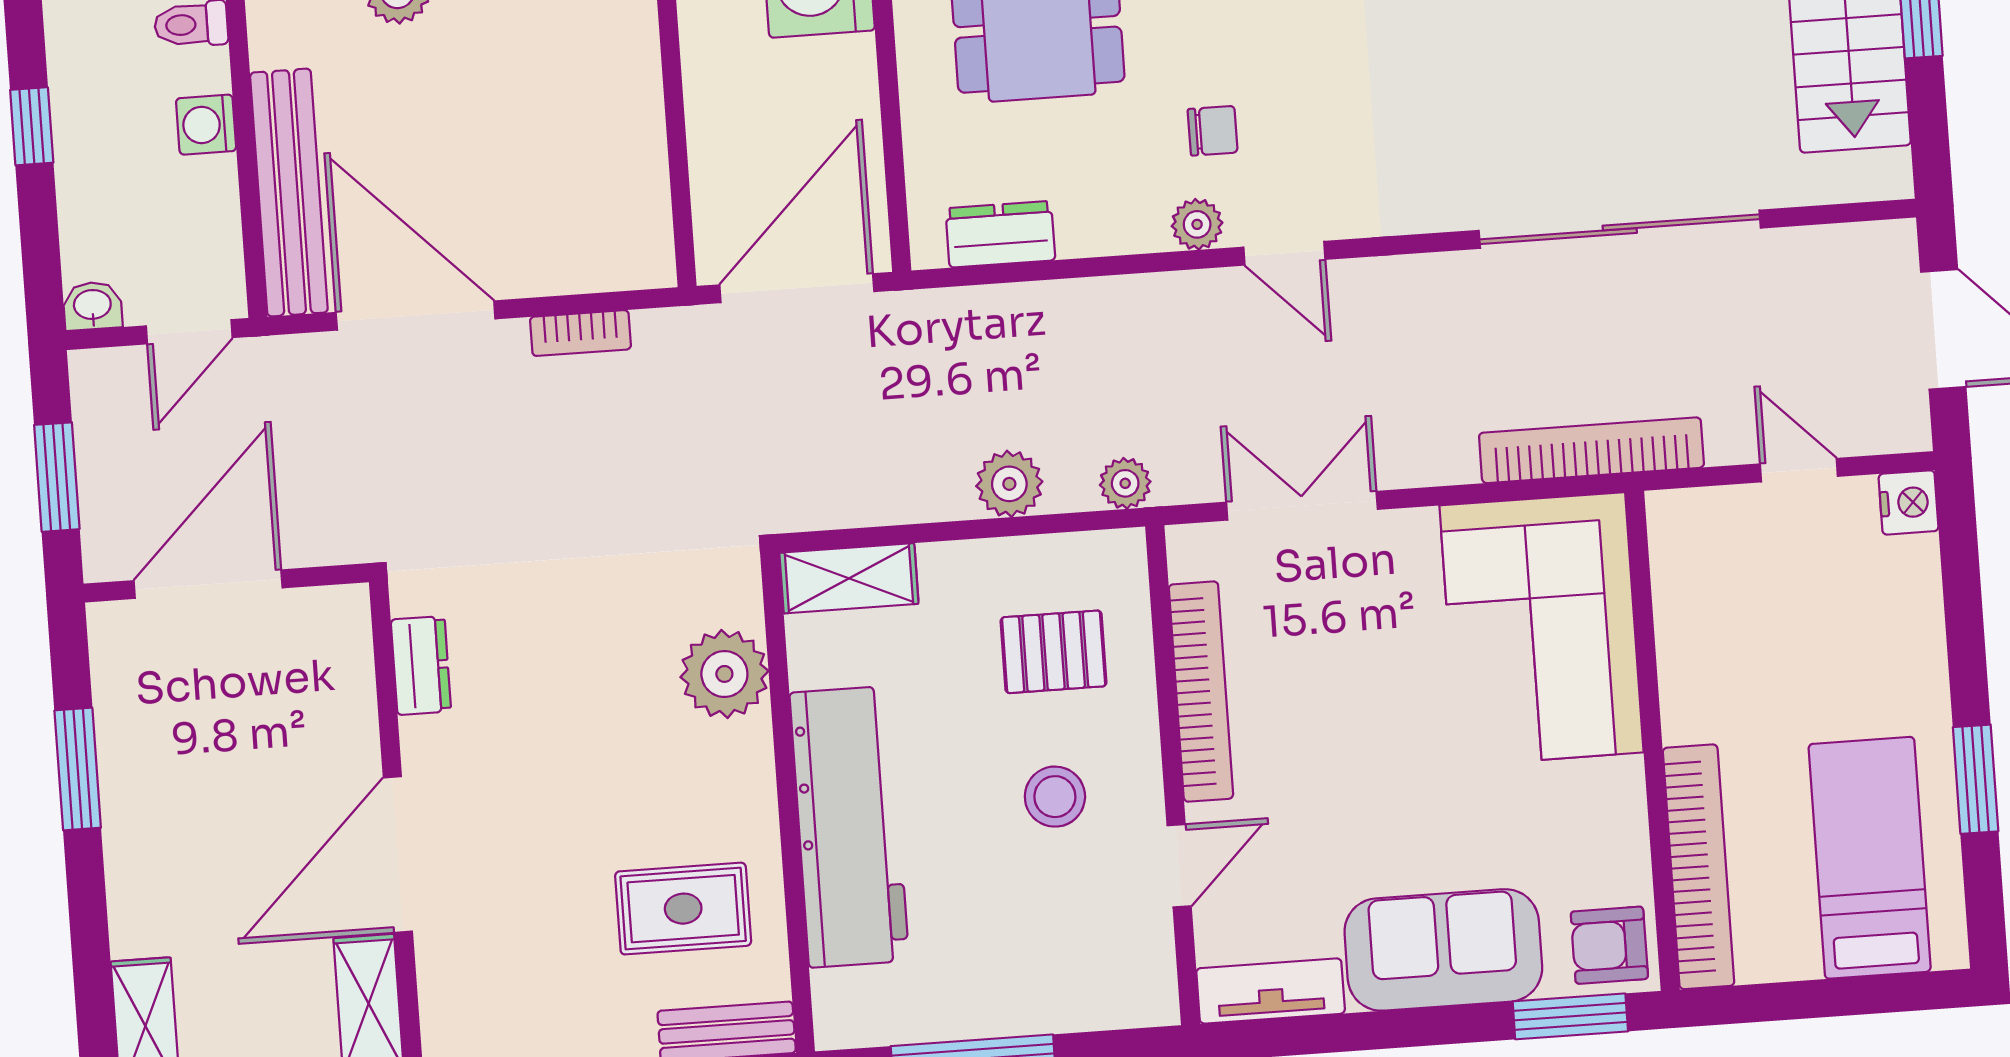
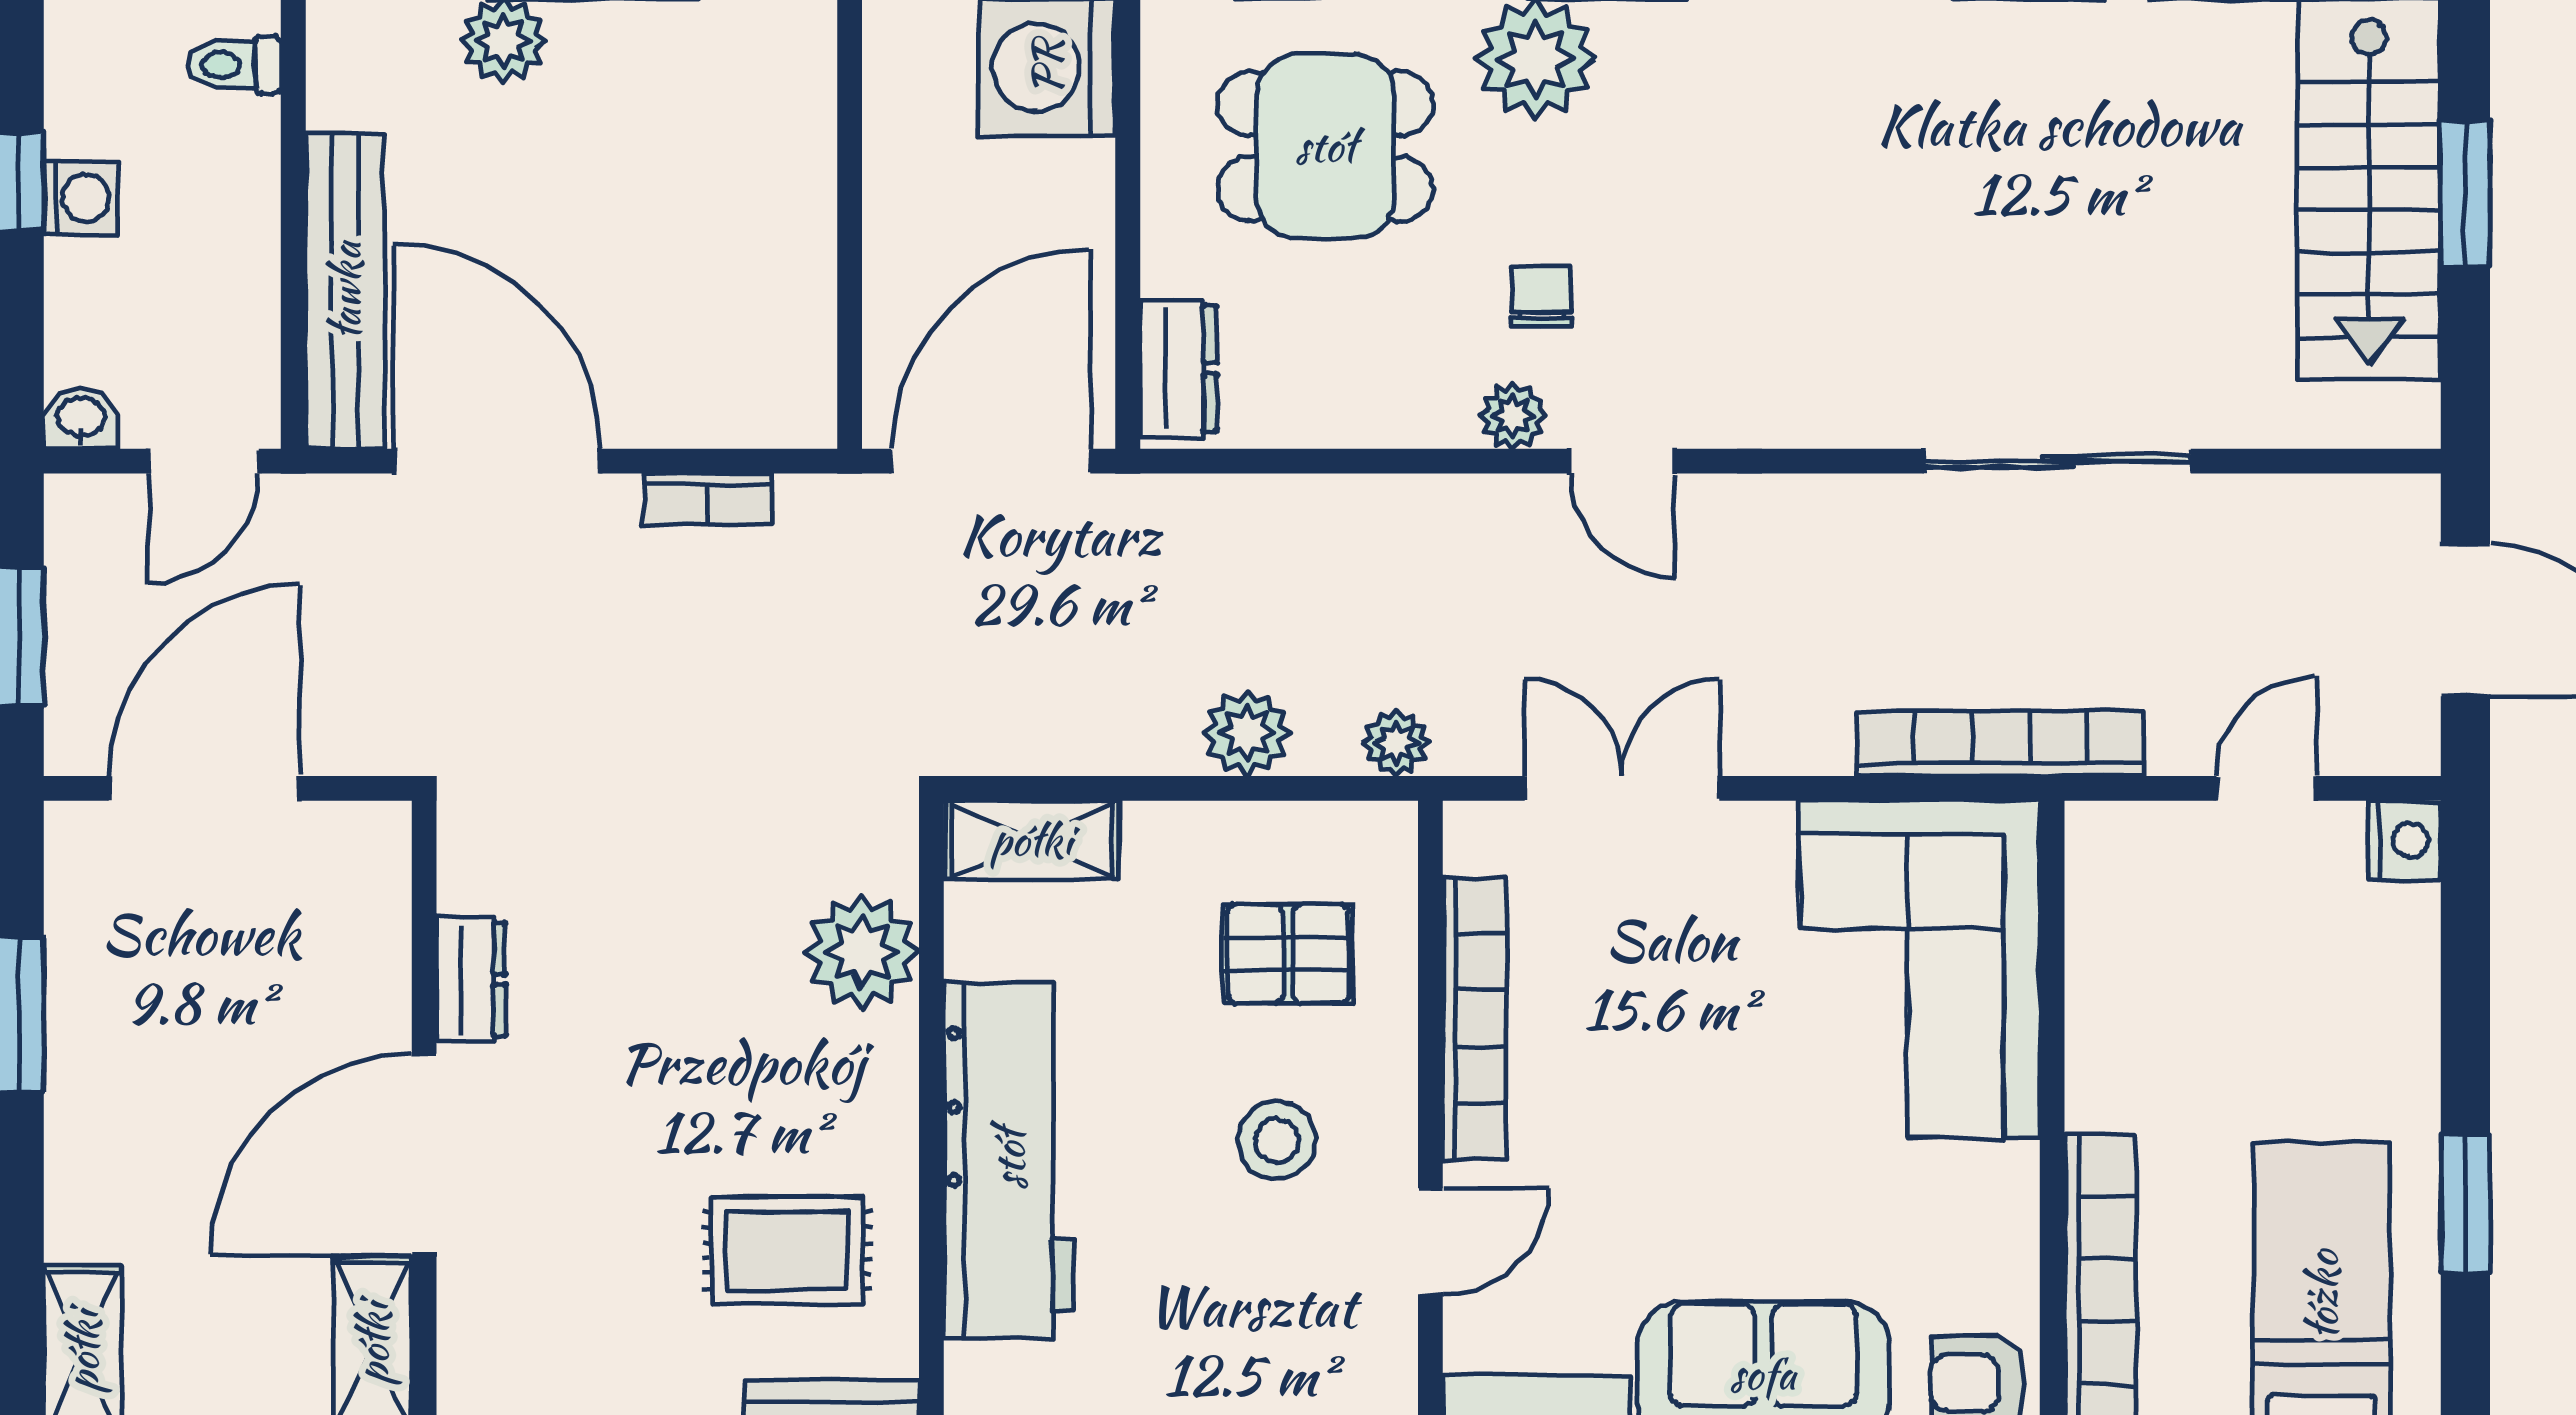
washing machine: (206, 125) -> (80, 198), moved, turned 180
chair: (1213, 131) -> (1542, 296), turned -90
sliding door: (1620, 229) -> (2057, 461), width x0.73
dresser: (1000, 234) -> (1179, 369), moved, turned 90
door: (1799, 470) -> (2266, 788), hinge flipped
dresser: (421, 665) -> (471, 979), moved

